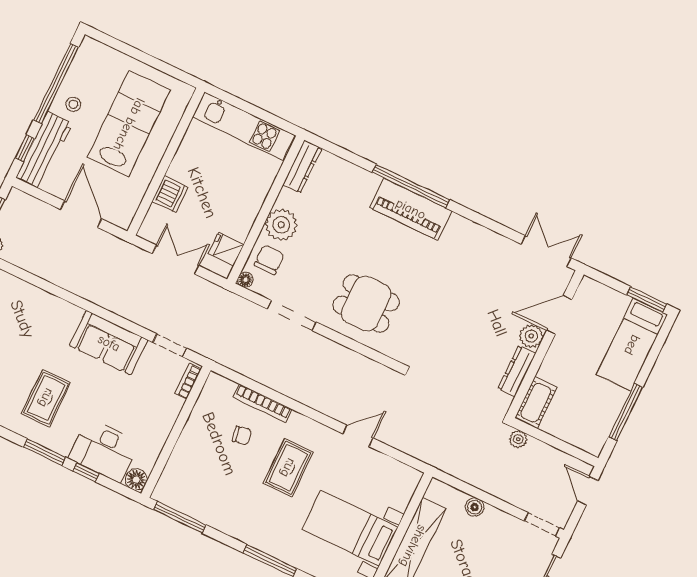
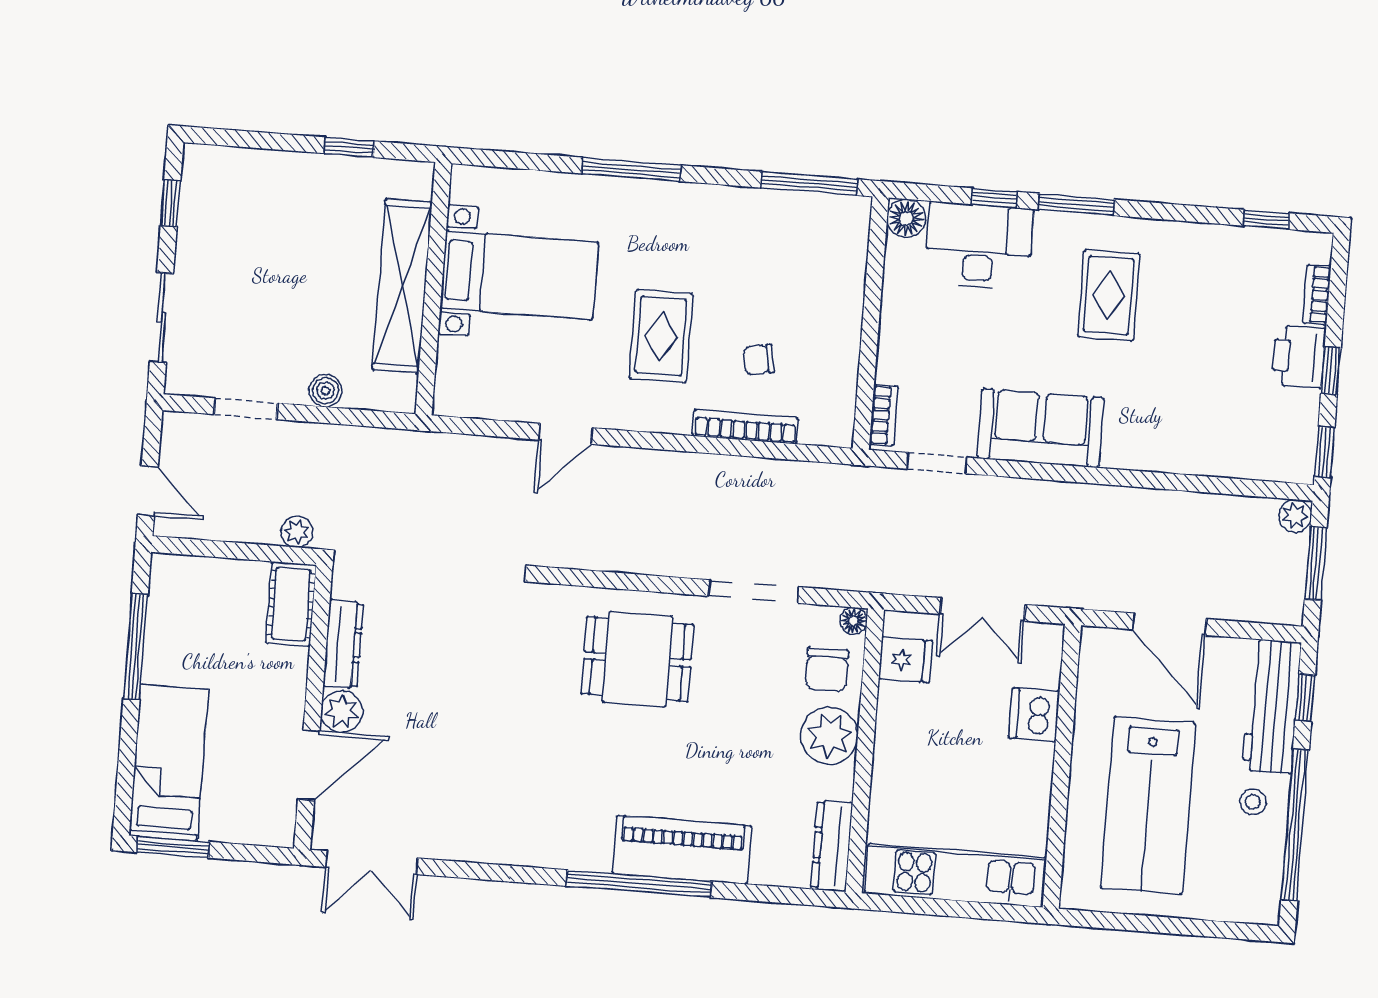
piano: (411, 209) -> (682, 850), moved
doorway: (542, 524) -> (246, 409), moved

